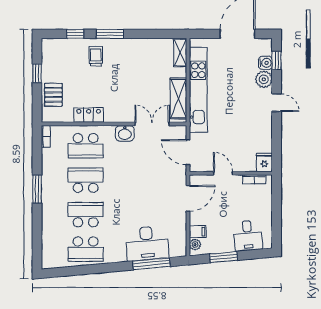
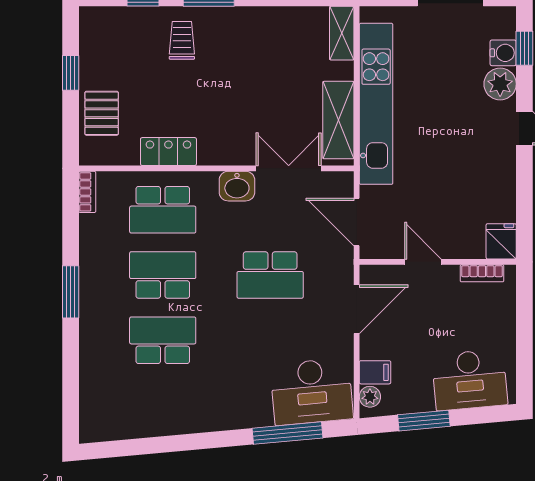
desk: (248, 236) -> (470, 380), width x1.37
desk: (147, 243) -> (312, 392), moved
school desk: (86, 249) -> (270, 275), moved

